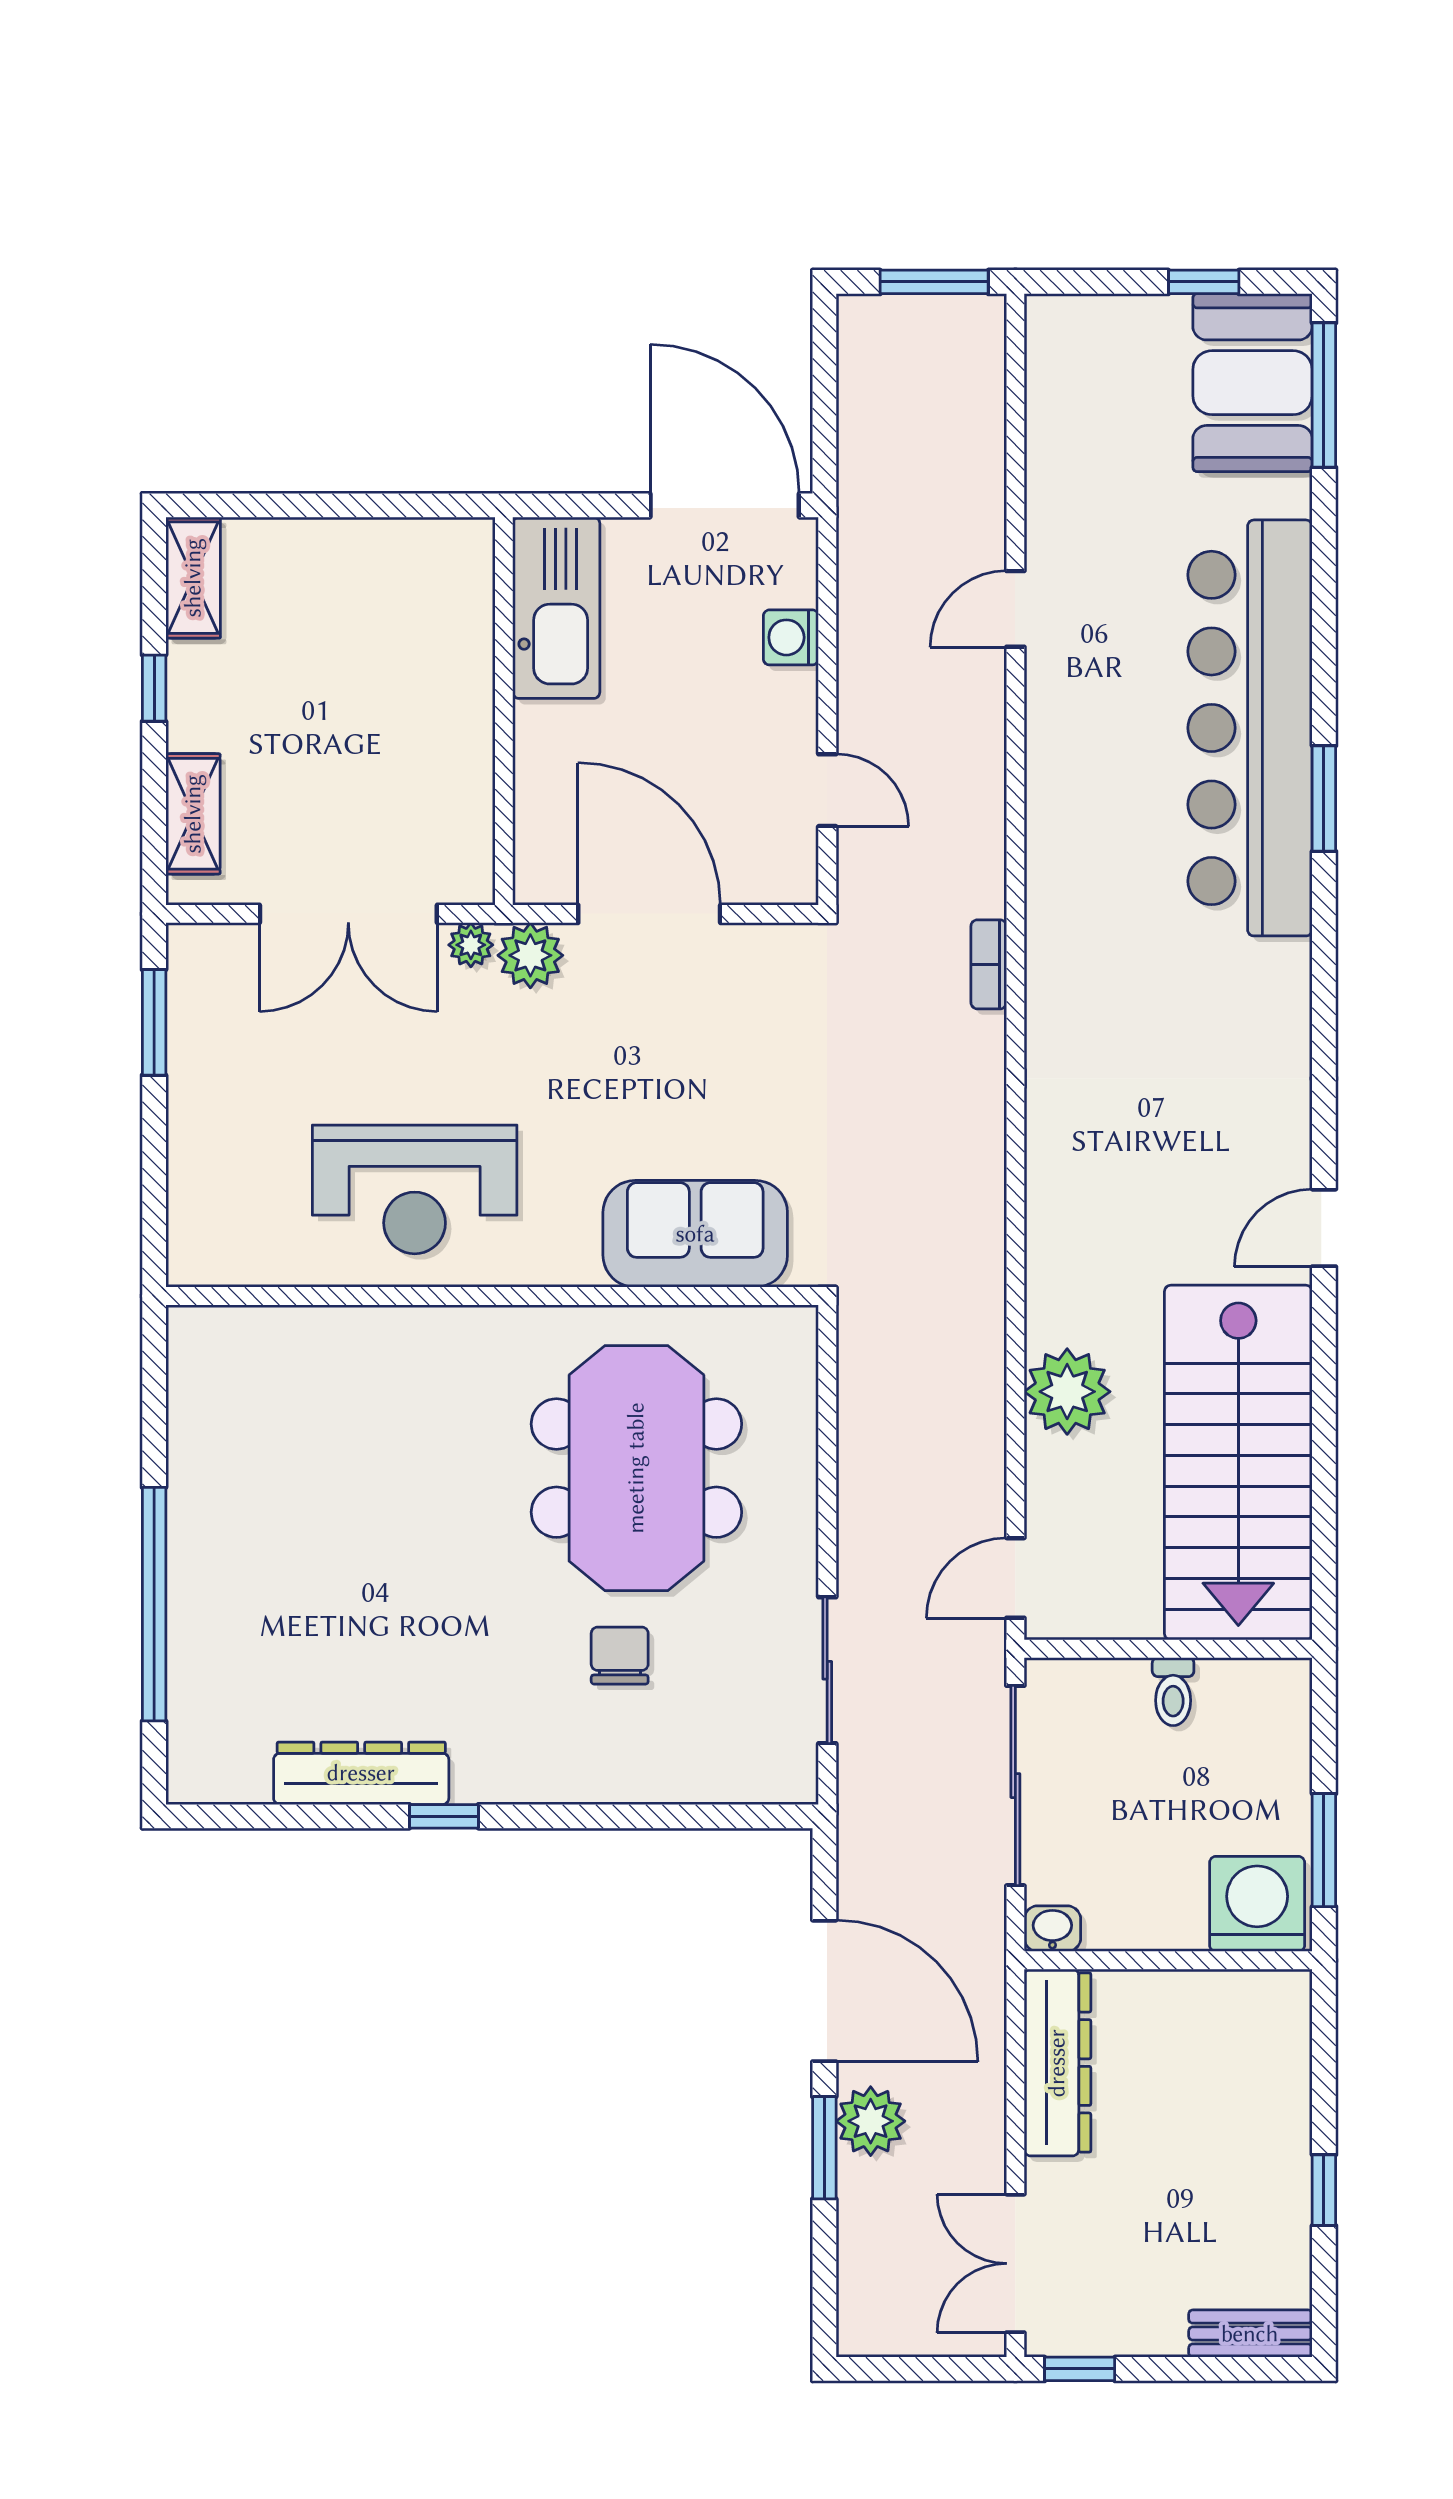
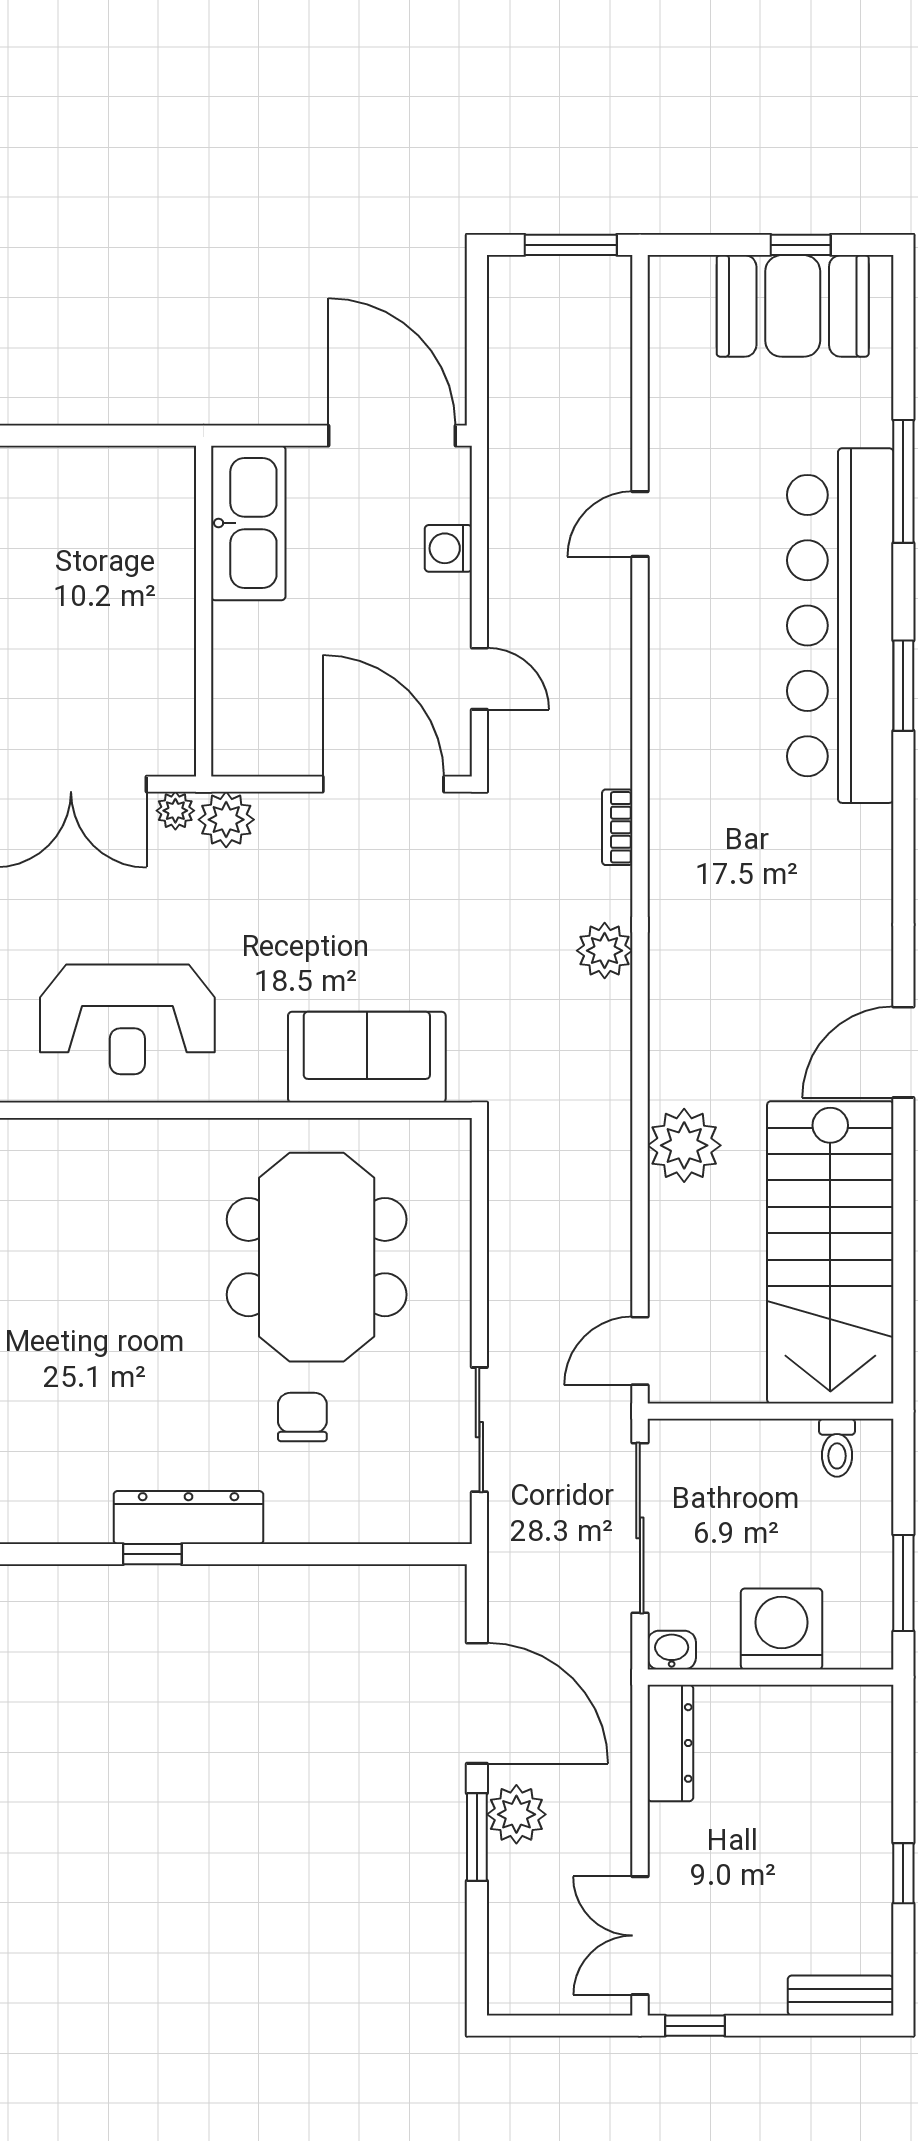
booth: (1253, 383) -> (793, 306), moved, turned 90
window: (1324, 395) -> (903, 481), moved
door: (649, 914) -> (383, 784), moved
plant: (974, 1109) -> (605, 951), added
door: (1324, 1228) -> (903, 1052), width x1.38
plant: (1067, 1392) -> (684, 1145), moved
toilet: (1173, 1692) -> (837, 1448), moved
dresser: (361, 1773) -> (188, 1517), moved
washing machine: (1257, 1904) -> (782, 1629), moved
dresser: (1057, 2063) -> (670, 1743), width x0.73, depth x0.80

